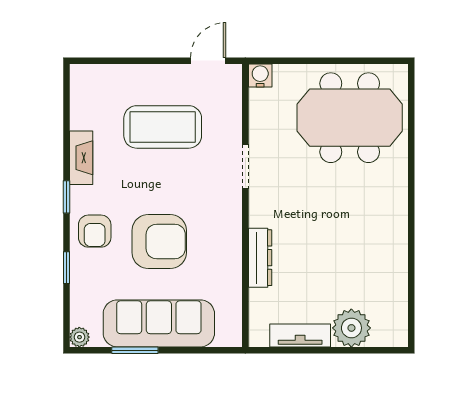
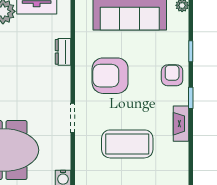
armchair: (159, 241) -> (110, 76), moved
dresser: (260, 258) -> (63, 52), width x0.70

